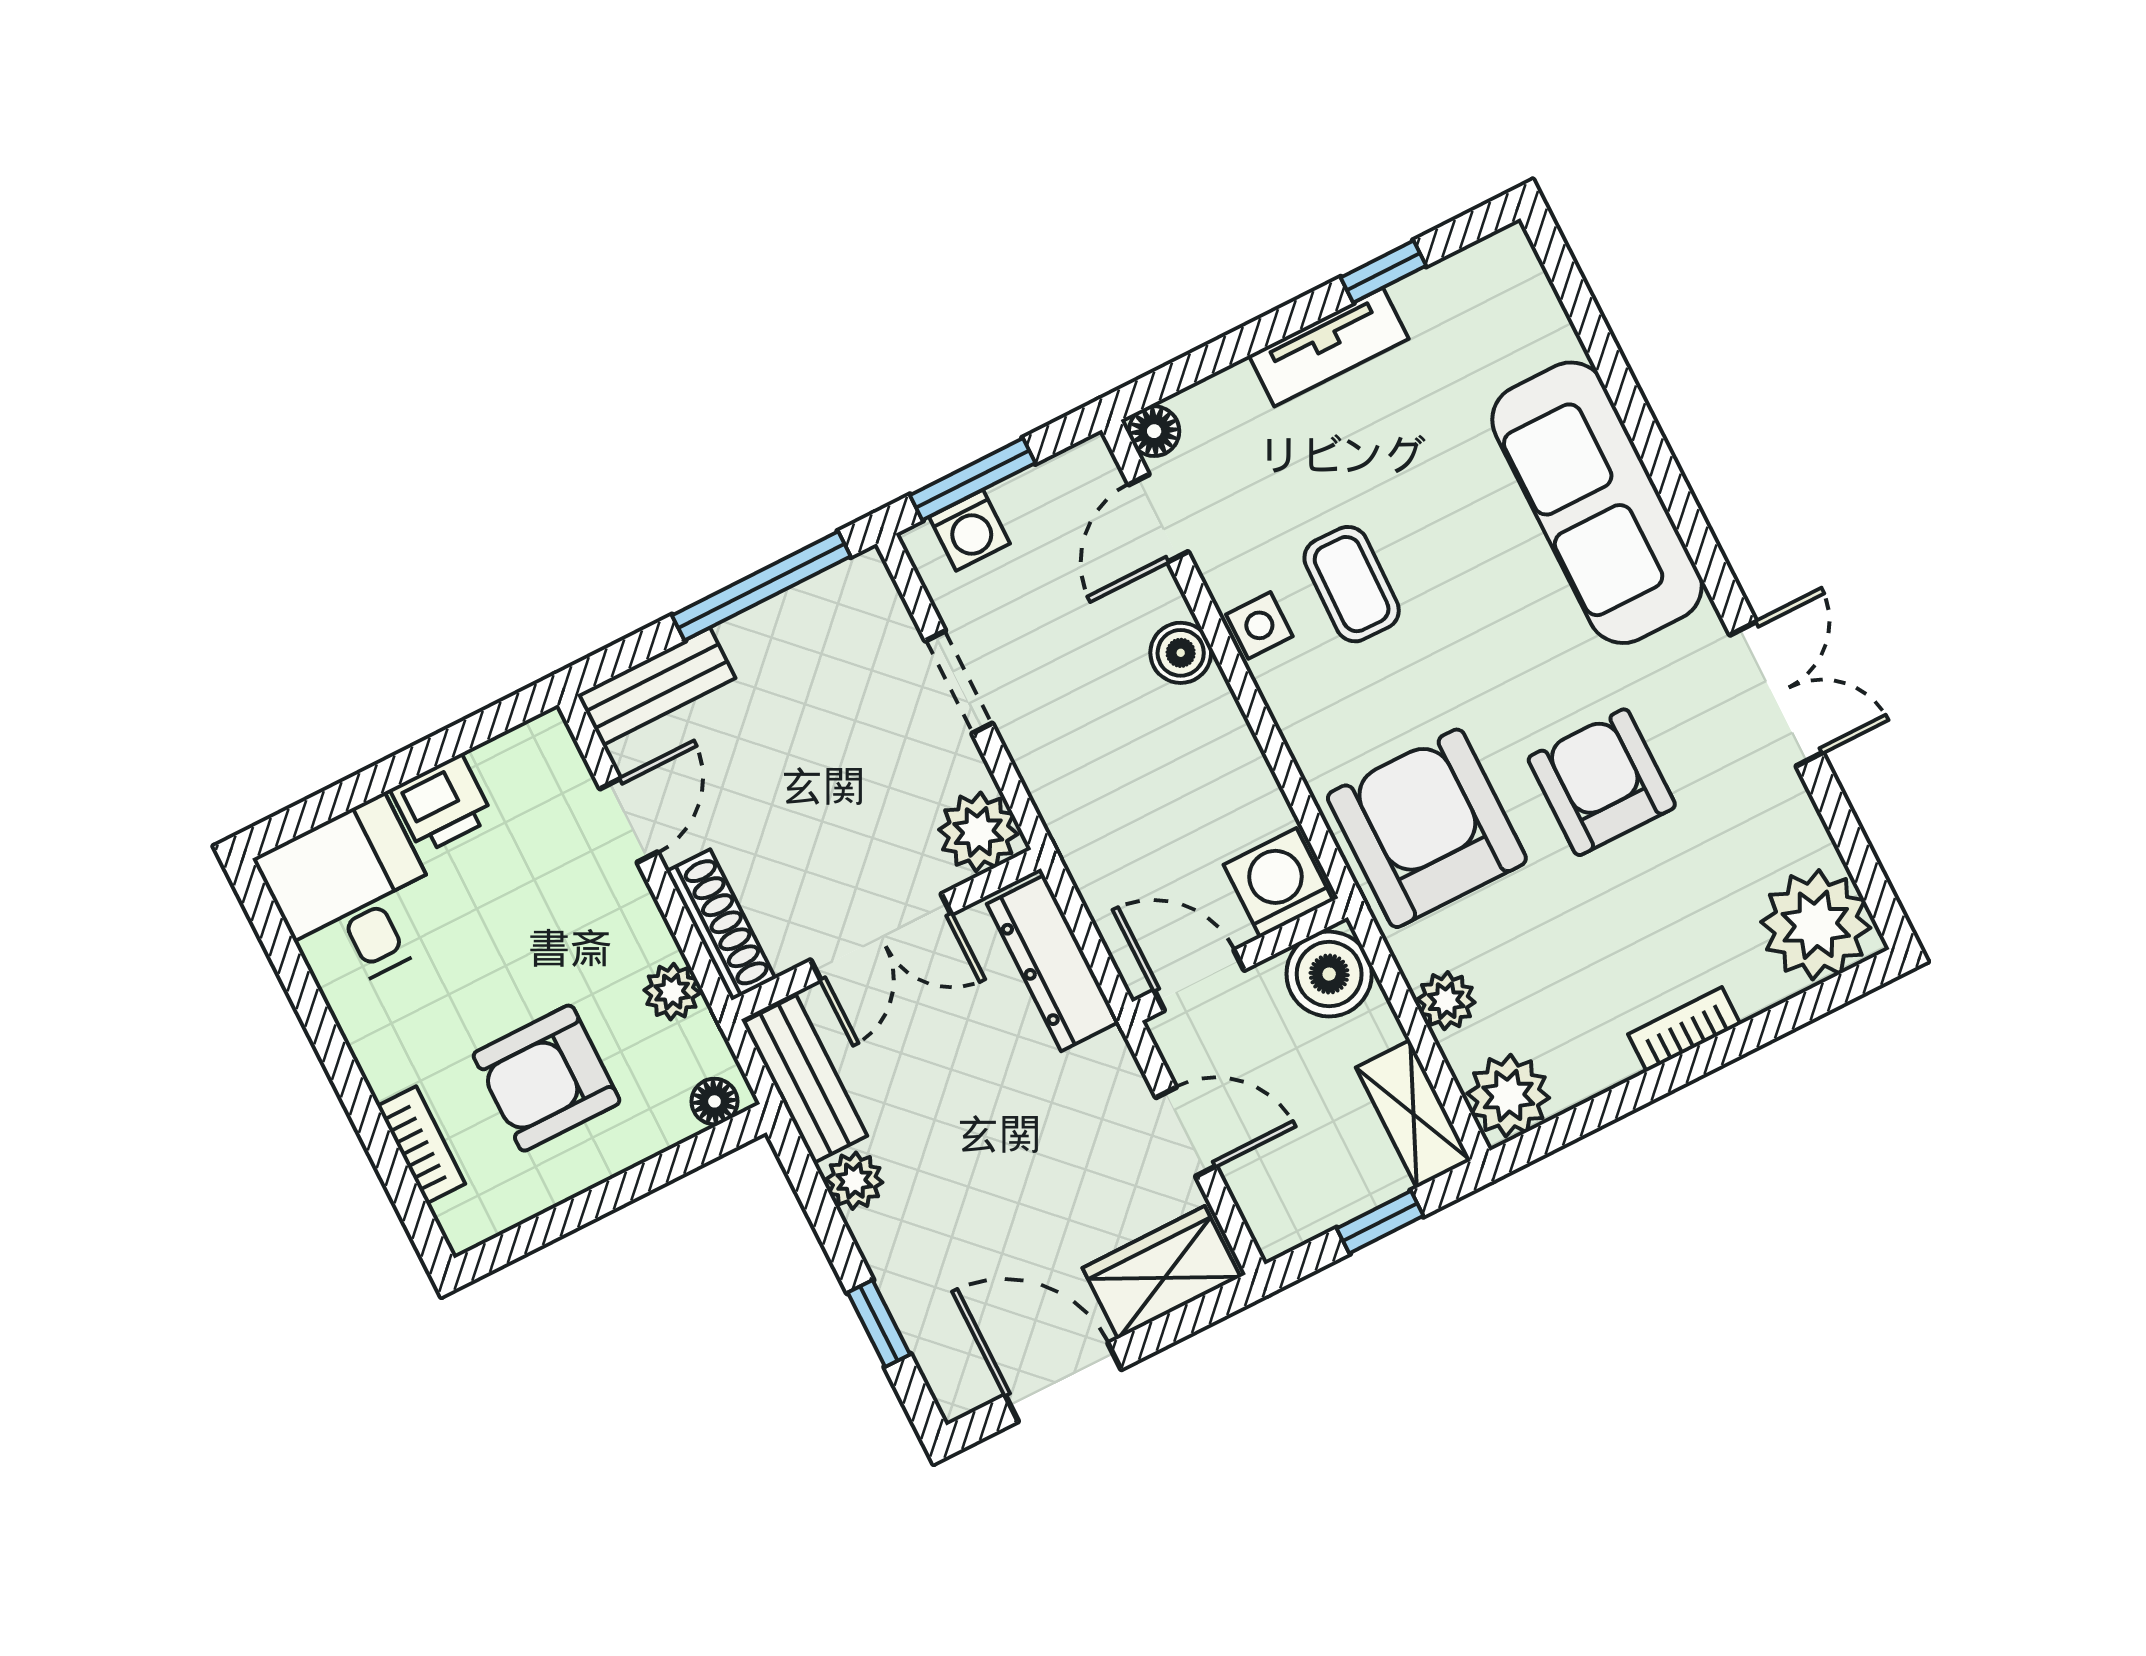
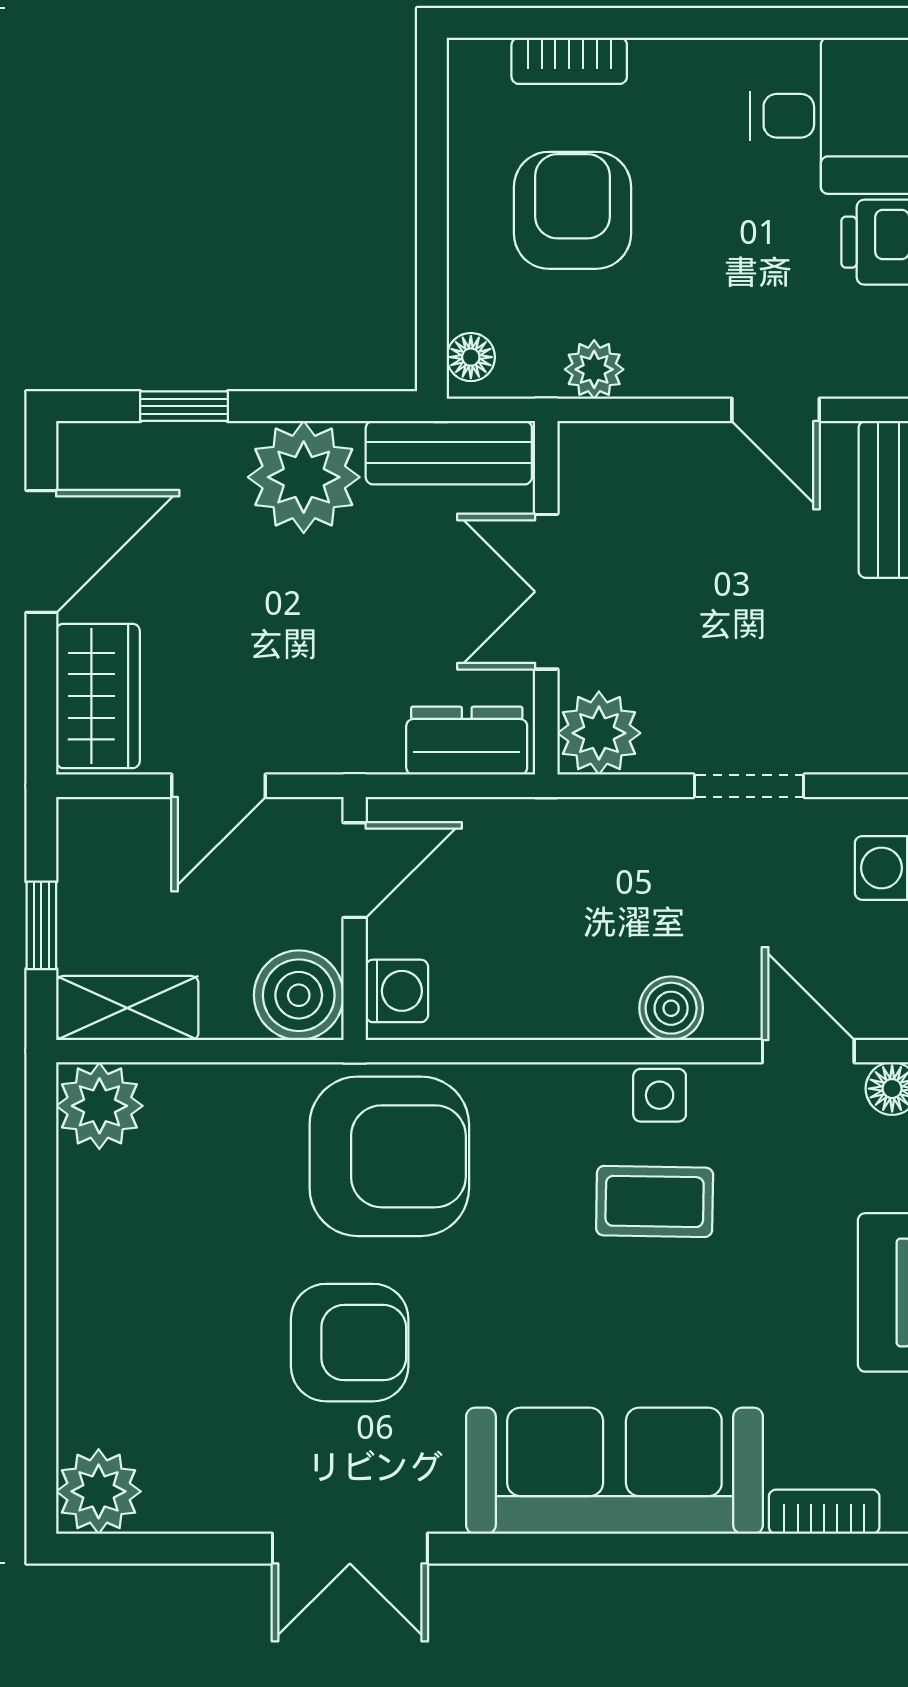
washing machine: (1278, 883) -> (397, 991), width x0.73, depth x0.73
shoe rack: (721, 925) -> (634, 447), removed
plant: (1816, 925) -> (99, 1491), width x0.73, depth x0.73
dresser: (1053, 963) -> (467, 741), width x0.70
plant: (1446, 1001) -> (218, 1093), removed
bookcase: (1684, 1029) -> (824, 1512), moved, turned -90
plant: (854, 1181) -> (304, 477), width x1.87, depth x1.87

